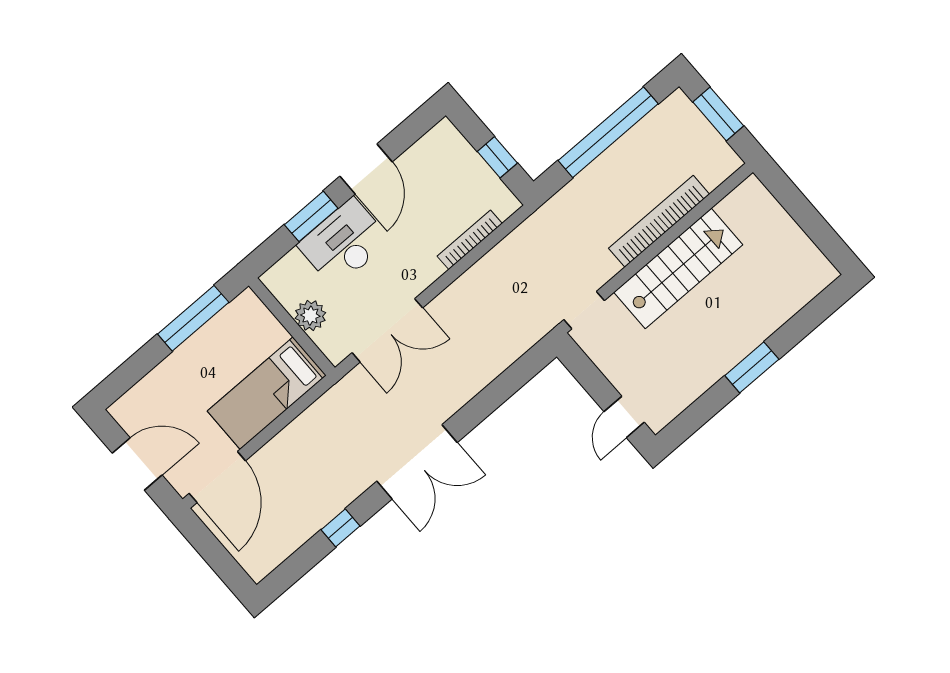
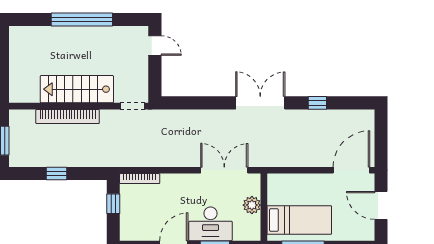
window: (608, 132) -> (56, 173), width x0.32
bookcase: (470, 240) -> (140, 179), moved
window: (752, 367) -> (82, 20), width x2.11
bed: (267, 393) -> (299, 220), moved
door: (624, 417) -> (155, 46), hinge flipped

